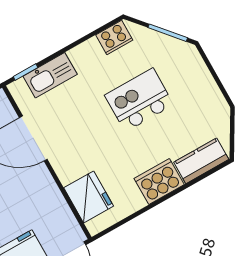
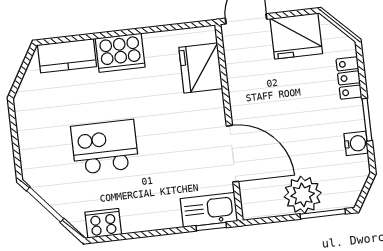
kitchen sink: (50, 75) -> (209, 210), moved
kitchen island: (139, 100) -> (105, 147), turned 180

